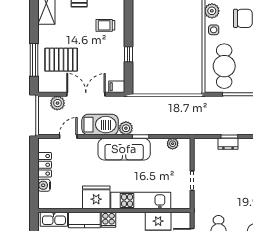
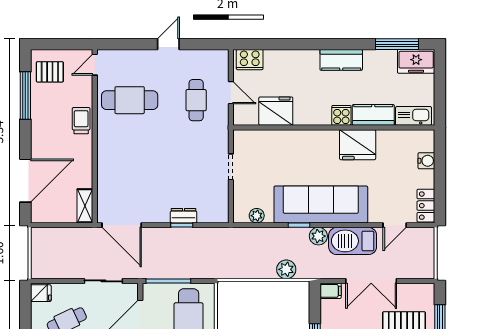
plant: (57, 103) -> (286, 269), moved
sofa: (124, 149) -> (321, 204), width x1.36, depth x1.27
locker: (45, 165) -> (426, 206), moved
kitchen unit: (141, 200) -> (299, 141), removed

